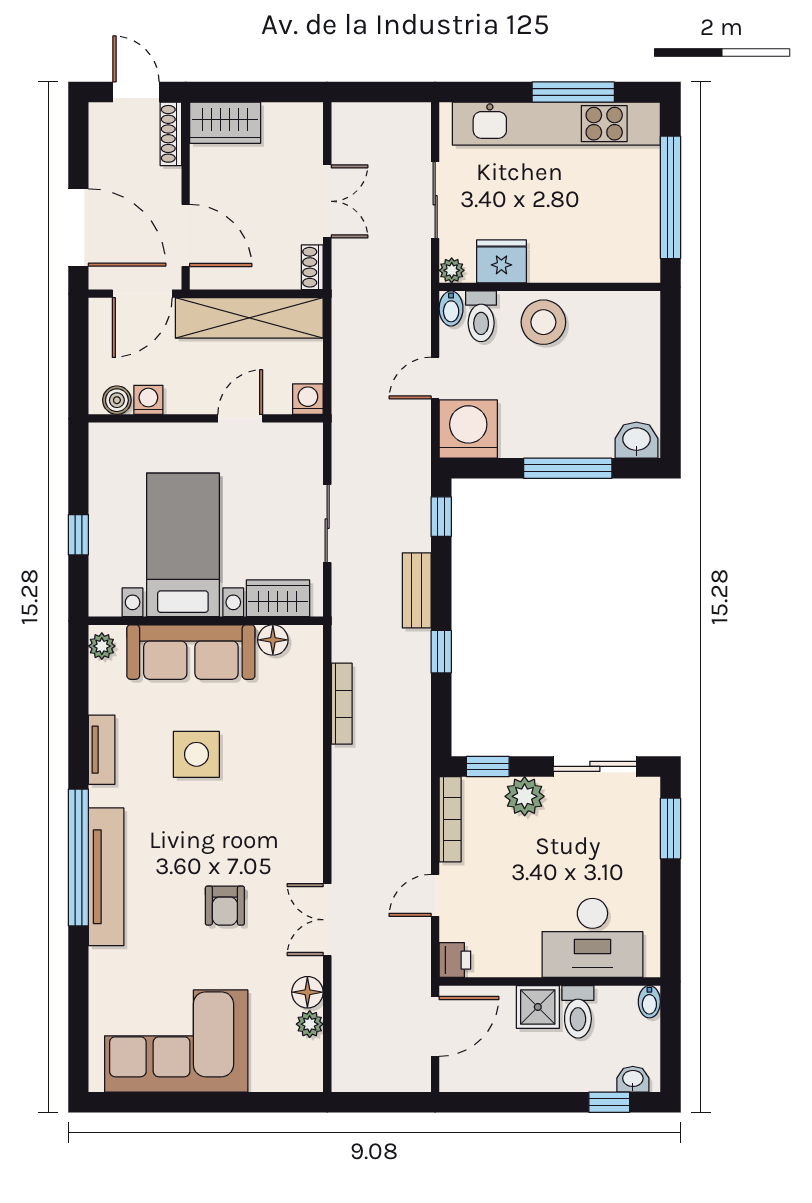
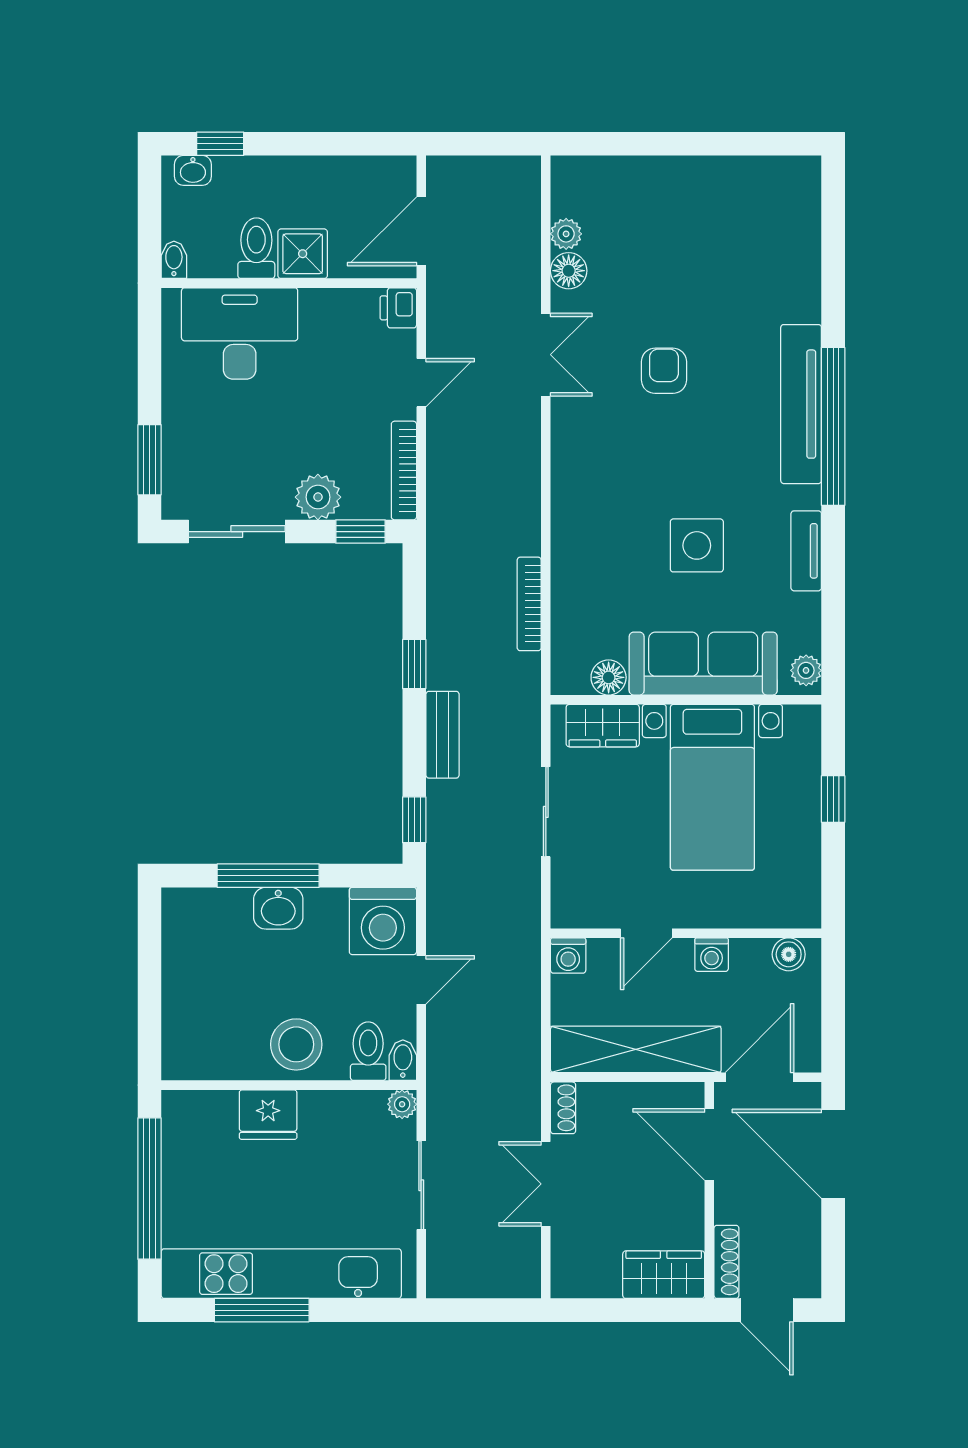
fridge: (501, 261) -> (268, 1115), moved
washing machine: (148, 400) -> (712, 955), moved
washbasin: (636, 440) -> (278, 908), moved
corner sofa: (176, 1041) -> (720, 214), removed

